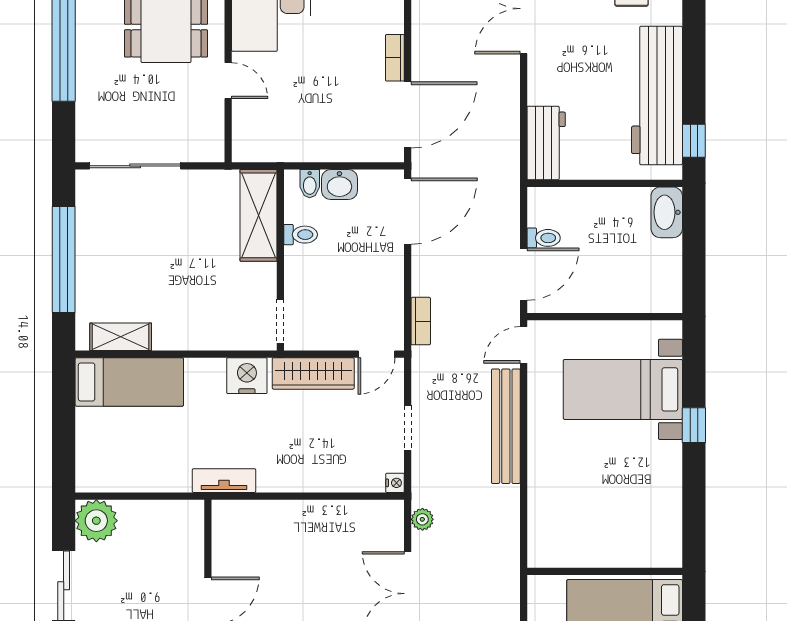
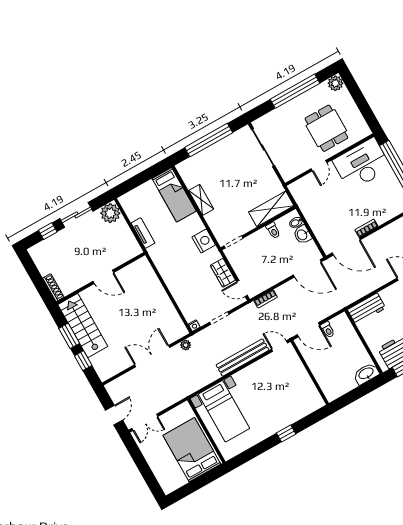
shelving: (121, 337) -> (201, 200), moved
wardrobe: (313, 373) -> (223, 273), width x0.67
bed with nightstands: (623, 389) -> (224, 411), moved, turned 180
tv unit: (224, 481) -> (143, 233), moved

